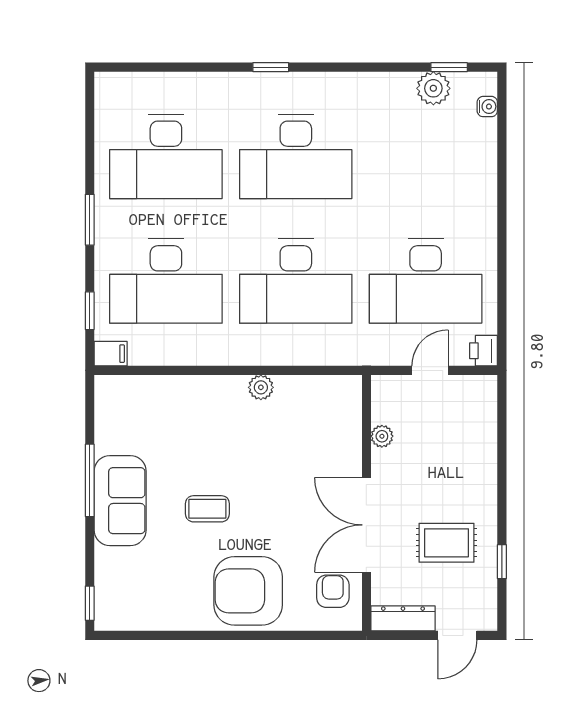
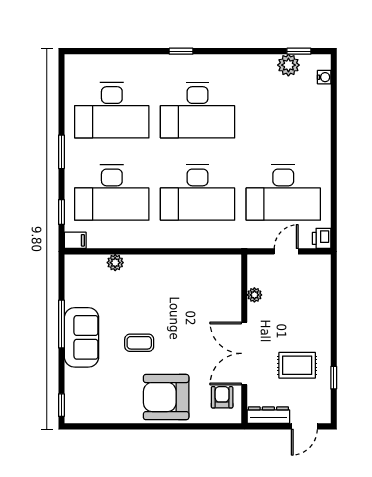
plant: (261, 387) -> (115, 263), moved

